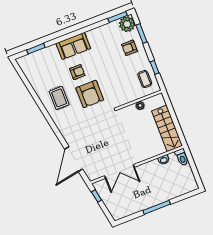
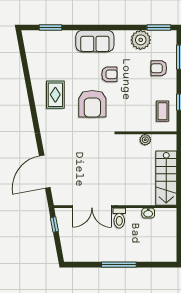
plant: (127, 24) -> (141, 40), moved
armchair: (77, 72) -> (109, 74), moved
toilet: (182, 157) -> (119, 218), moved

